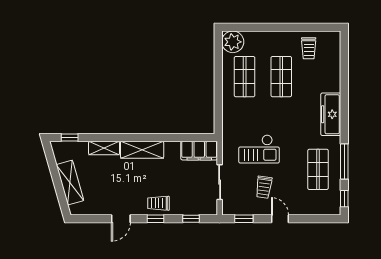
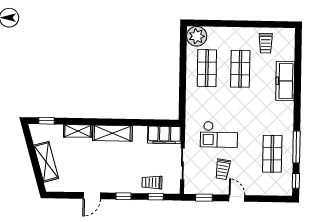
freezer: (331, 114) -> (285, 81), moved
trolley: (159, 203) -> (152, 182), moved

